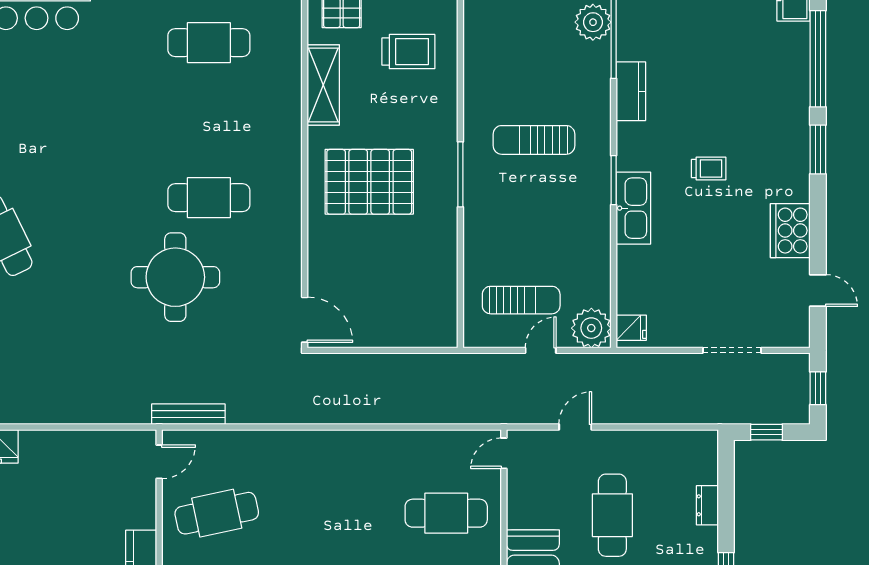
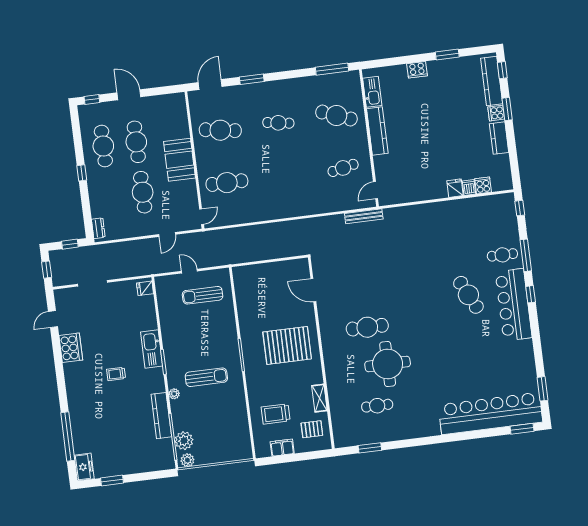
cafe table: (209, 43) -> (377, 406), width x0.73, depth x0.74
shelving: (323, 85) -> (319, 398), width x0.67, depth x0.75
kitchen counter: (631, 91) -> (161, 416), width x1.50
window: (818, 149) -> (62, 391), removed
round table: (175, 277) -> (388, 364), moved
door: (818, 291) -> (53, 319), hinge flipped
door: (305, 320) -> (313, 290), moved
plant: (591, 328) -> (174, 394), moved, width x0.53, depth x0.53
door: (541, 350) -> (189, 271), swing flipped
dresser: (707, 505) -> (98, 228), moved
cafe table: (217, 513) -> (343, 168), width x0.73, depth x0.74

